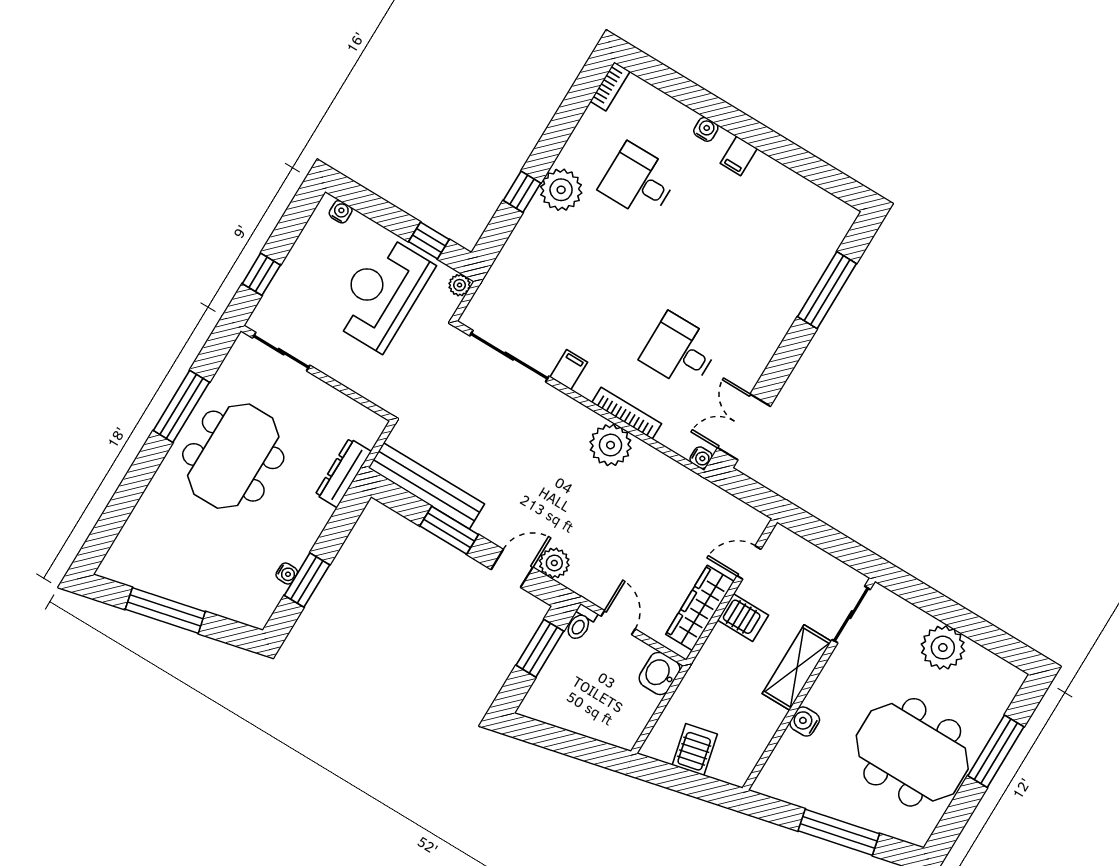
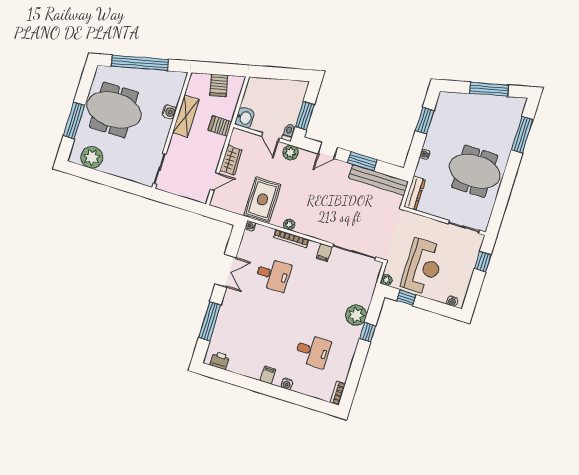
plant: (561, 190) -> (356, 315), moved
printer: (826, 208) -> (220, 361), added
window: (181, 406) -> (522, 135), moved
double door: (744, 427) -> (226, 271), moved
plant: (611, 445) -> (289, 224), width x0.53, depth x0.53
meeting table: (233, 456) -> (475, 171), turned 90
dresser: (343, 473) -> (415, 193), moved
rug: (664, 504) -> (262, 199), added
plant: (554, 563) -> (291, 153), moved
water cooler: (287, 574) -> (425, 154), moved
wardrobe: (700, 608) -> (231, 160), width x0.67
server rack: (743, 618) -> (220, 126), moved
plant: (943, 648) -> (92, 157), moved
shelving: (797, 667) -> (186, 116), moved
window: (839, 832) -> (140, 63), width x1.46

